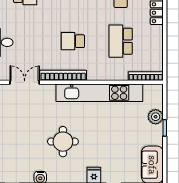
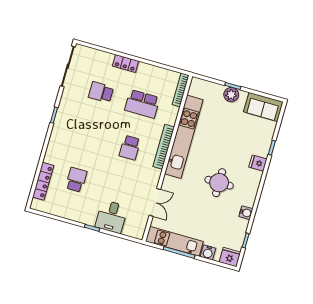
bookcase: (63, 75) -> (164, 147), moved
double door: (25, 82) -> (155, 202), swing flipped
plant: (156, 117) -> (231, 95), moved

